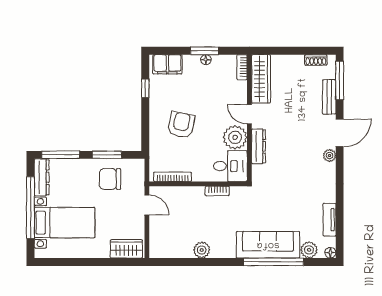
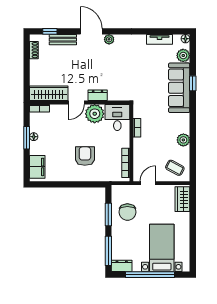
window: (340, 80) -> (50, 31), width x0.46
window: (145, 88) -> (56, 184), removed
armchair: (181, 125) -> (85, 156), turned 78
dresser: (258, 146) -> (98, 95), width x0.70
dresser: (42, 177) -> (122, 266), width x0.70
coffee table: (166, 239) -> (175, 168), added
window: (274, 262) -> (193, 83), width x0.32

